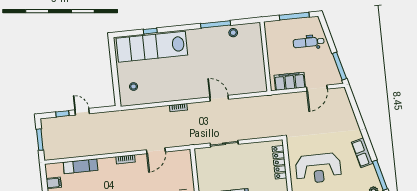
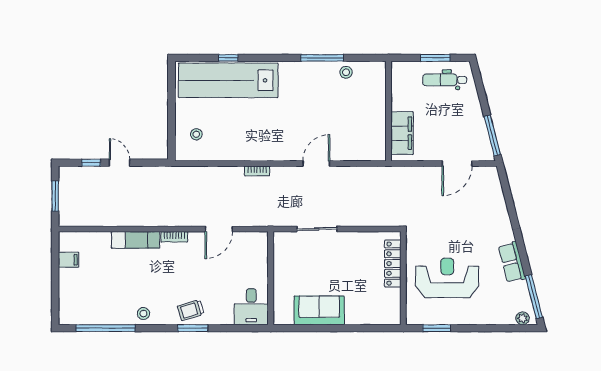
window: (294, 16) -> (435, 58), width x0.69
dental chair: (309, 42) -> (445, 80), moved
filing cabinet: (290, 81) -> (402, 133), moved, turned 90
door: (219, 98) -> (316, 164), hinge flipped
exam couch: (81, 166) -> (136, 240), moved
reception desk: (318, 168) -> (447, 278), turned 180

